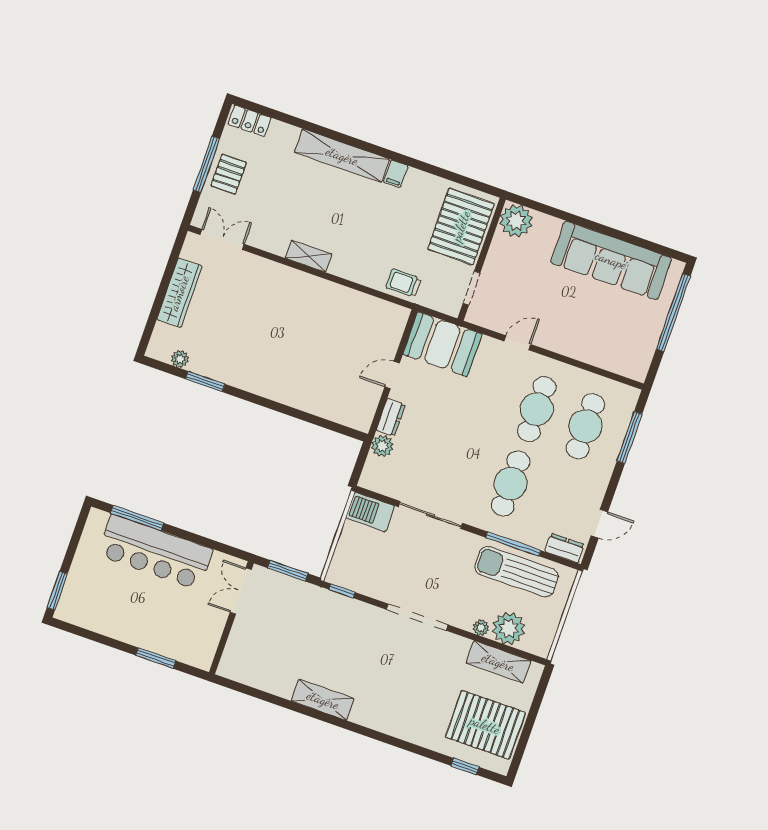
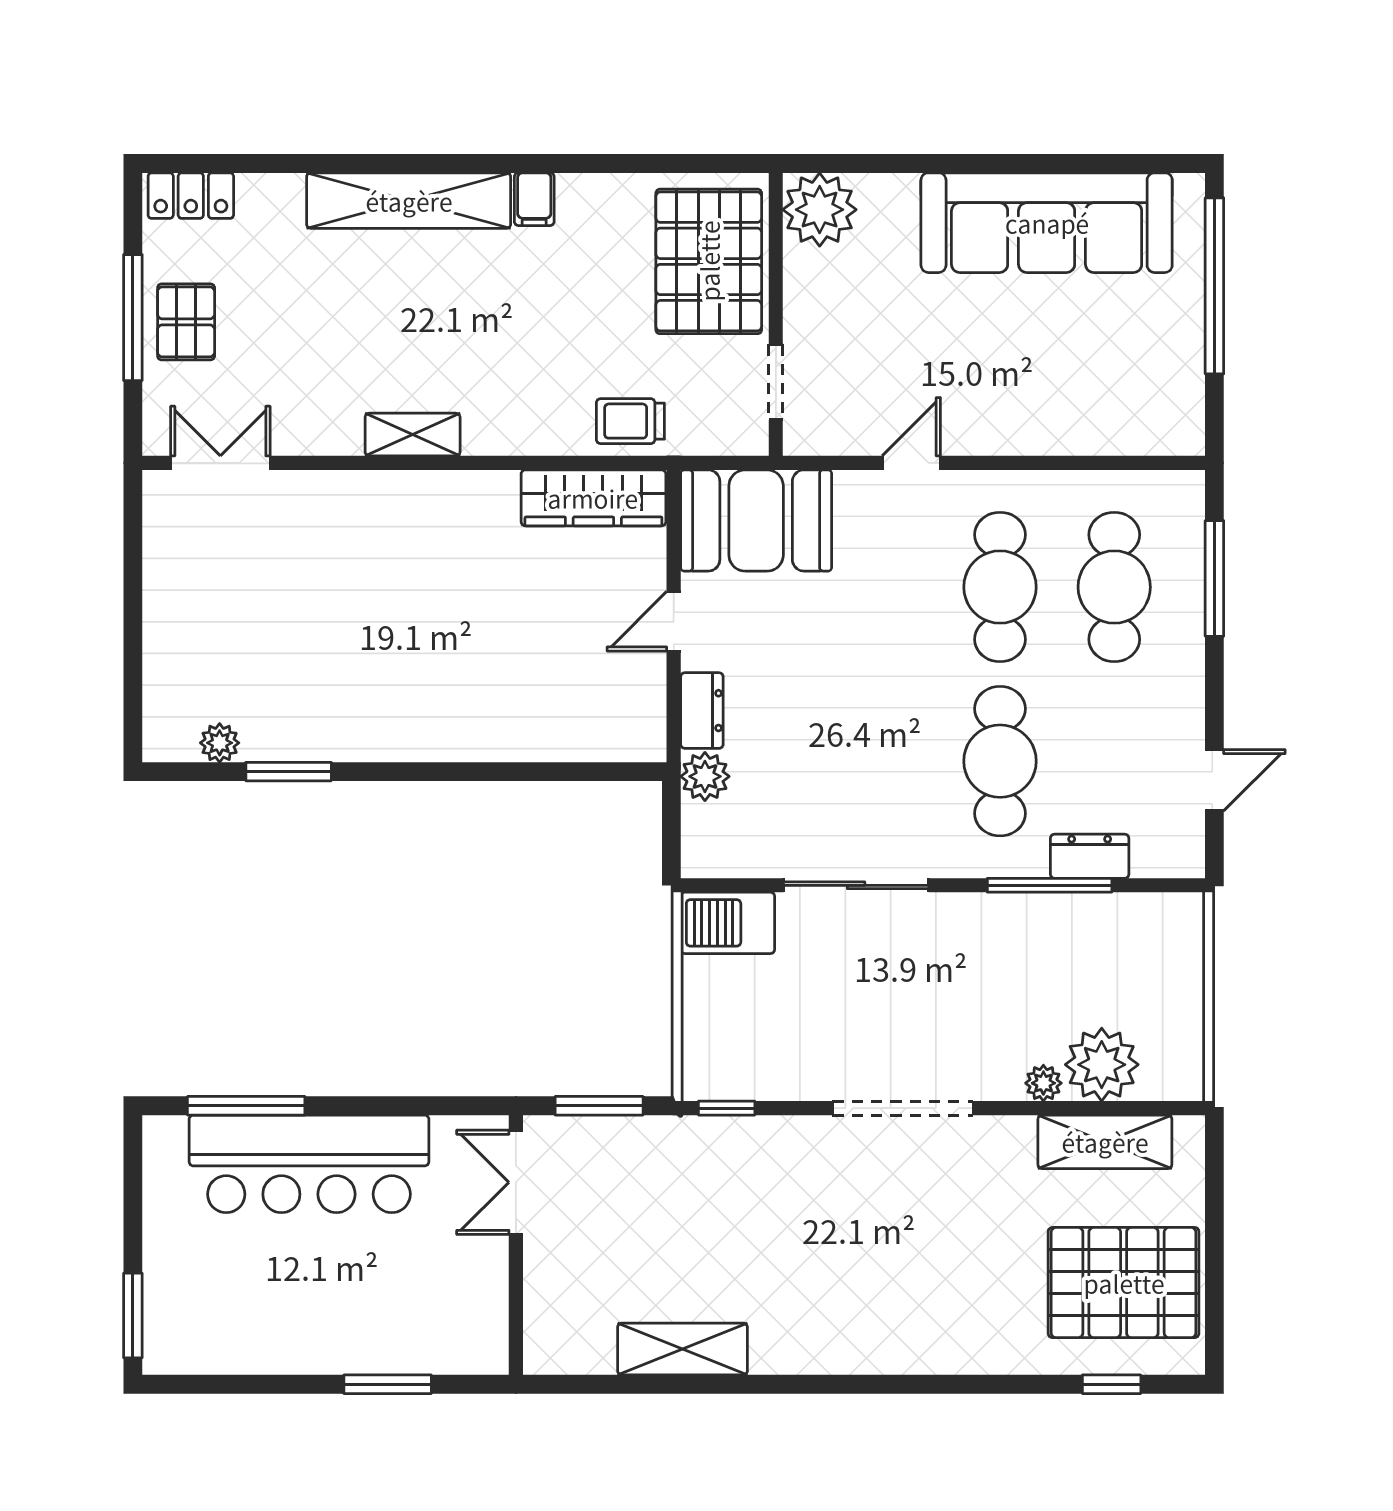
wardrobe: (179, 293) -> (593, 498), moved, turned 90
dresser: (565, 548) -> (1090, 856), moved
sun lounger: (516, 572) -> (1077, 941), removed
shelving: (323, 700) -> (683, 1349), moved

